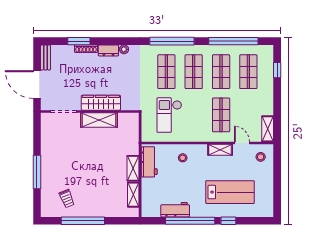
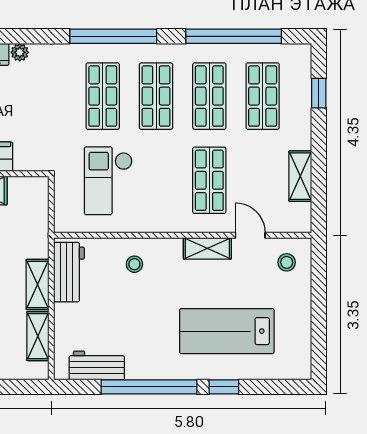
shelving: (268, 129) -> (300, 176), moved
lab bench: (230, 192) -> (227, 331), turned 180
workbench: (175, 210) -> (97, 365), moved

